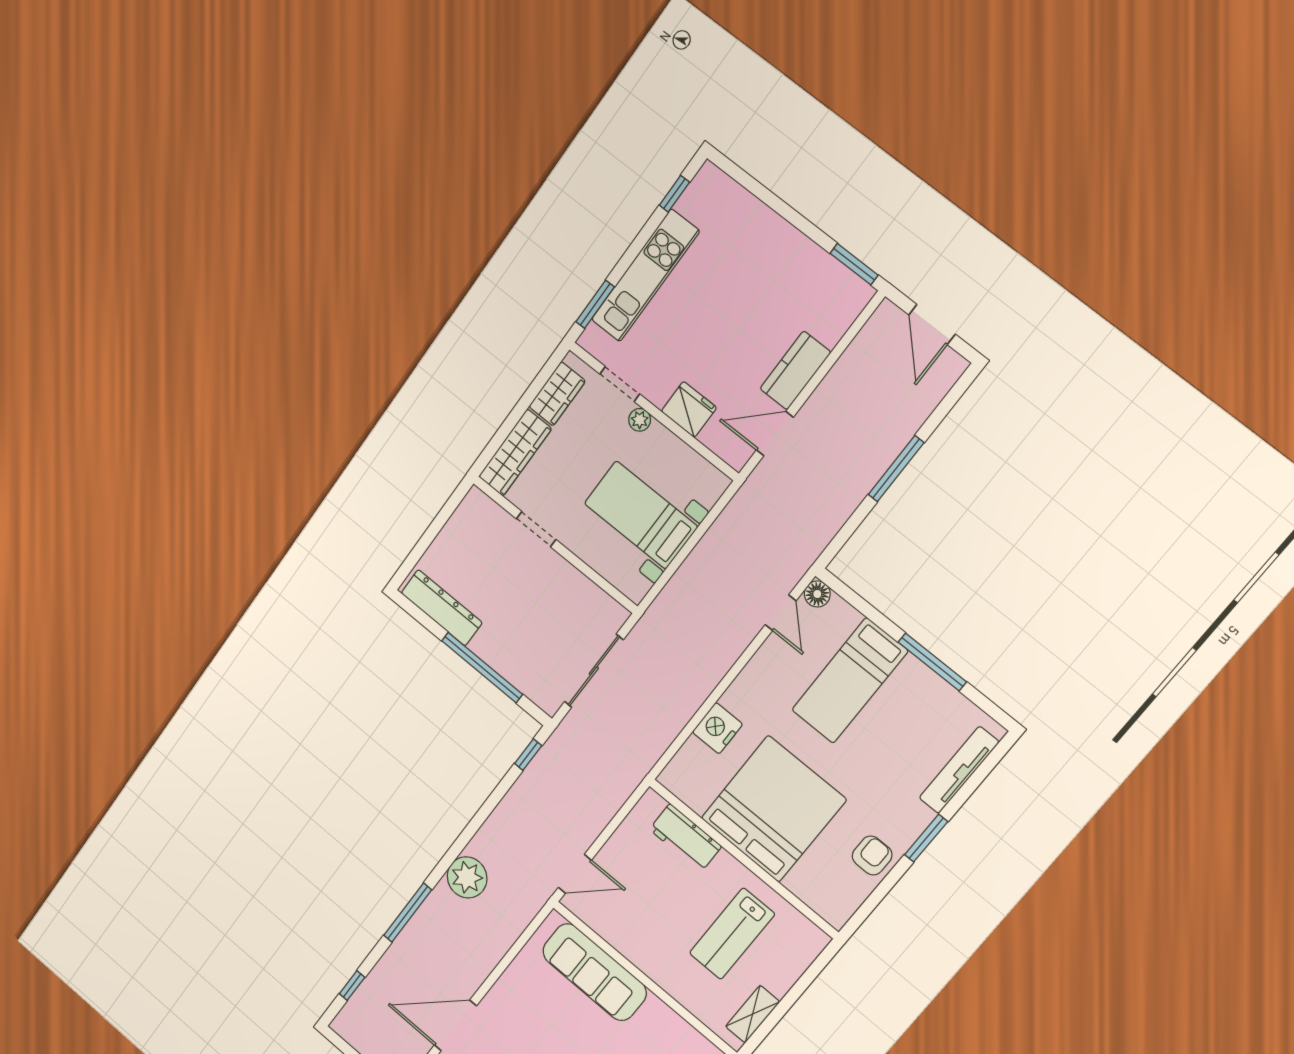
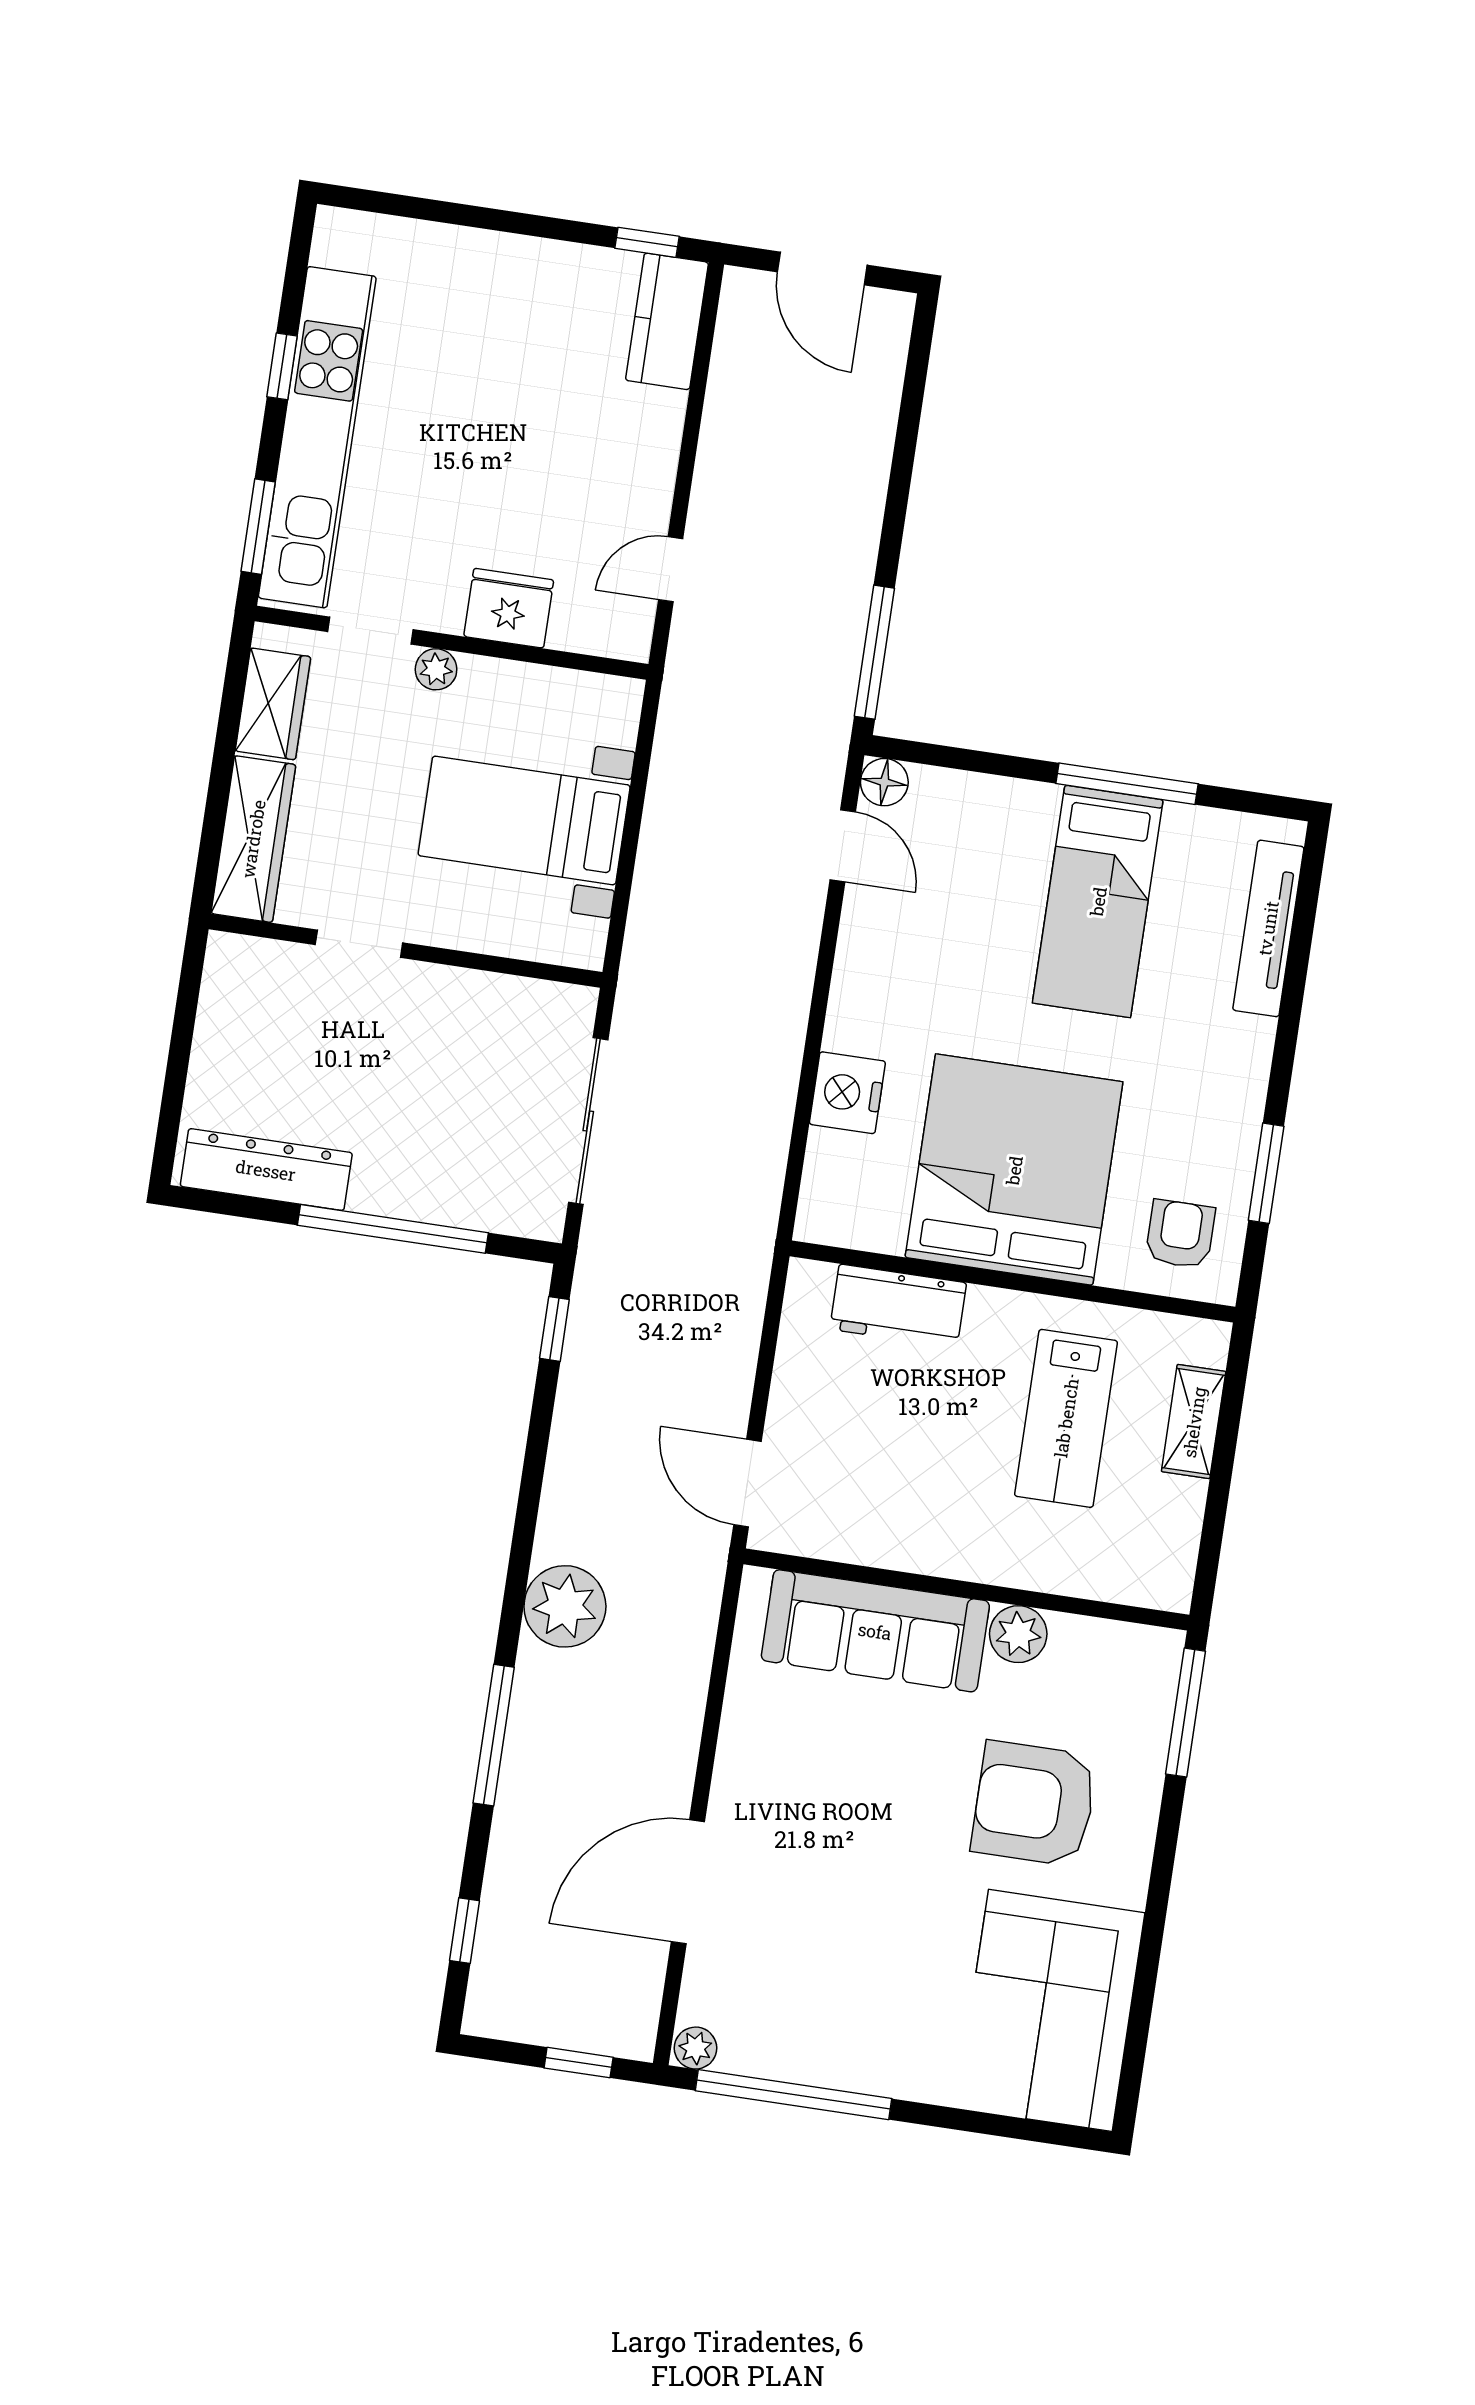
window: (674, 194) -> (282, 366), moved
window: (854, 264) -> (647, 242), width x0.67
kitchen unit: (645, 276) -> (317, 437), width x1.36
kitchen counter: (795, 370) -> (667, 321), moved
door: (775, 434) -> (671, 569), width x0.73
window: (896, 469) -> (874, 652), moved
bed: (850, 681) -> (1098, 901), moved
window: (926, 838) -> (1266, 1173), moved
armchair: (872, 855) -> (1180, 1234), moved
door: (575, 874) -> (748, 1483), swing flipped
plant: (656, 1013) -> (1018, 1634), added
shelving: (753, 1014) -> (1194, 1422), moved

